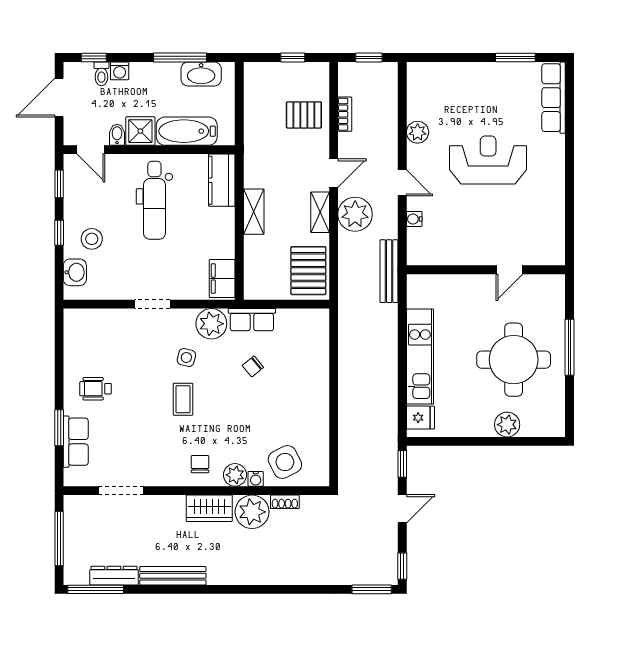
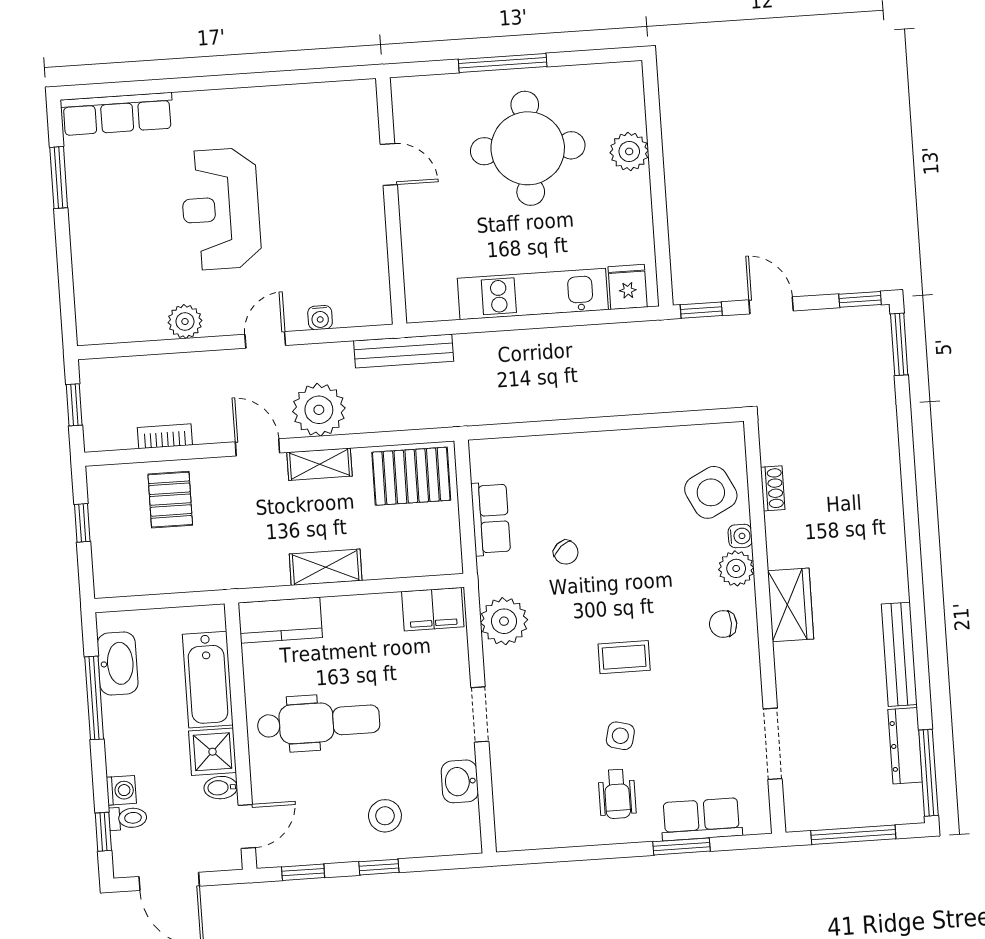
washbasin: (75, 272) -> (460, 781), moved, turned -90
row of seats: (252, 320) -> (491, 519), moved
side table: (186, 358) -> (620, 736), moved
plant: (252, 512) -> (792, 538), removed

